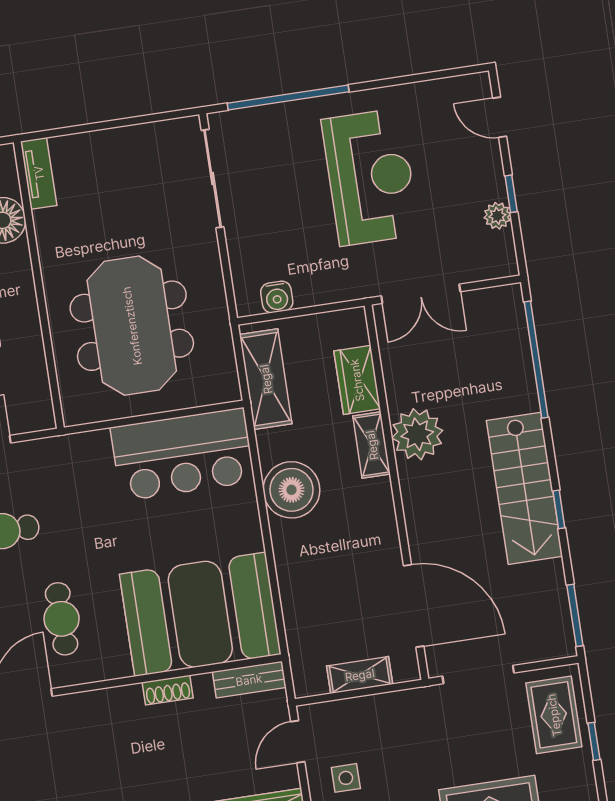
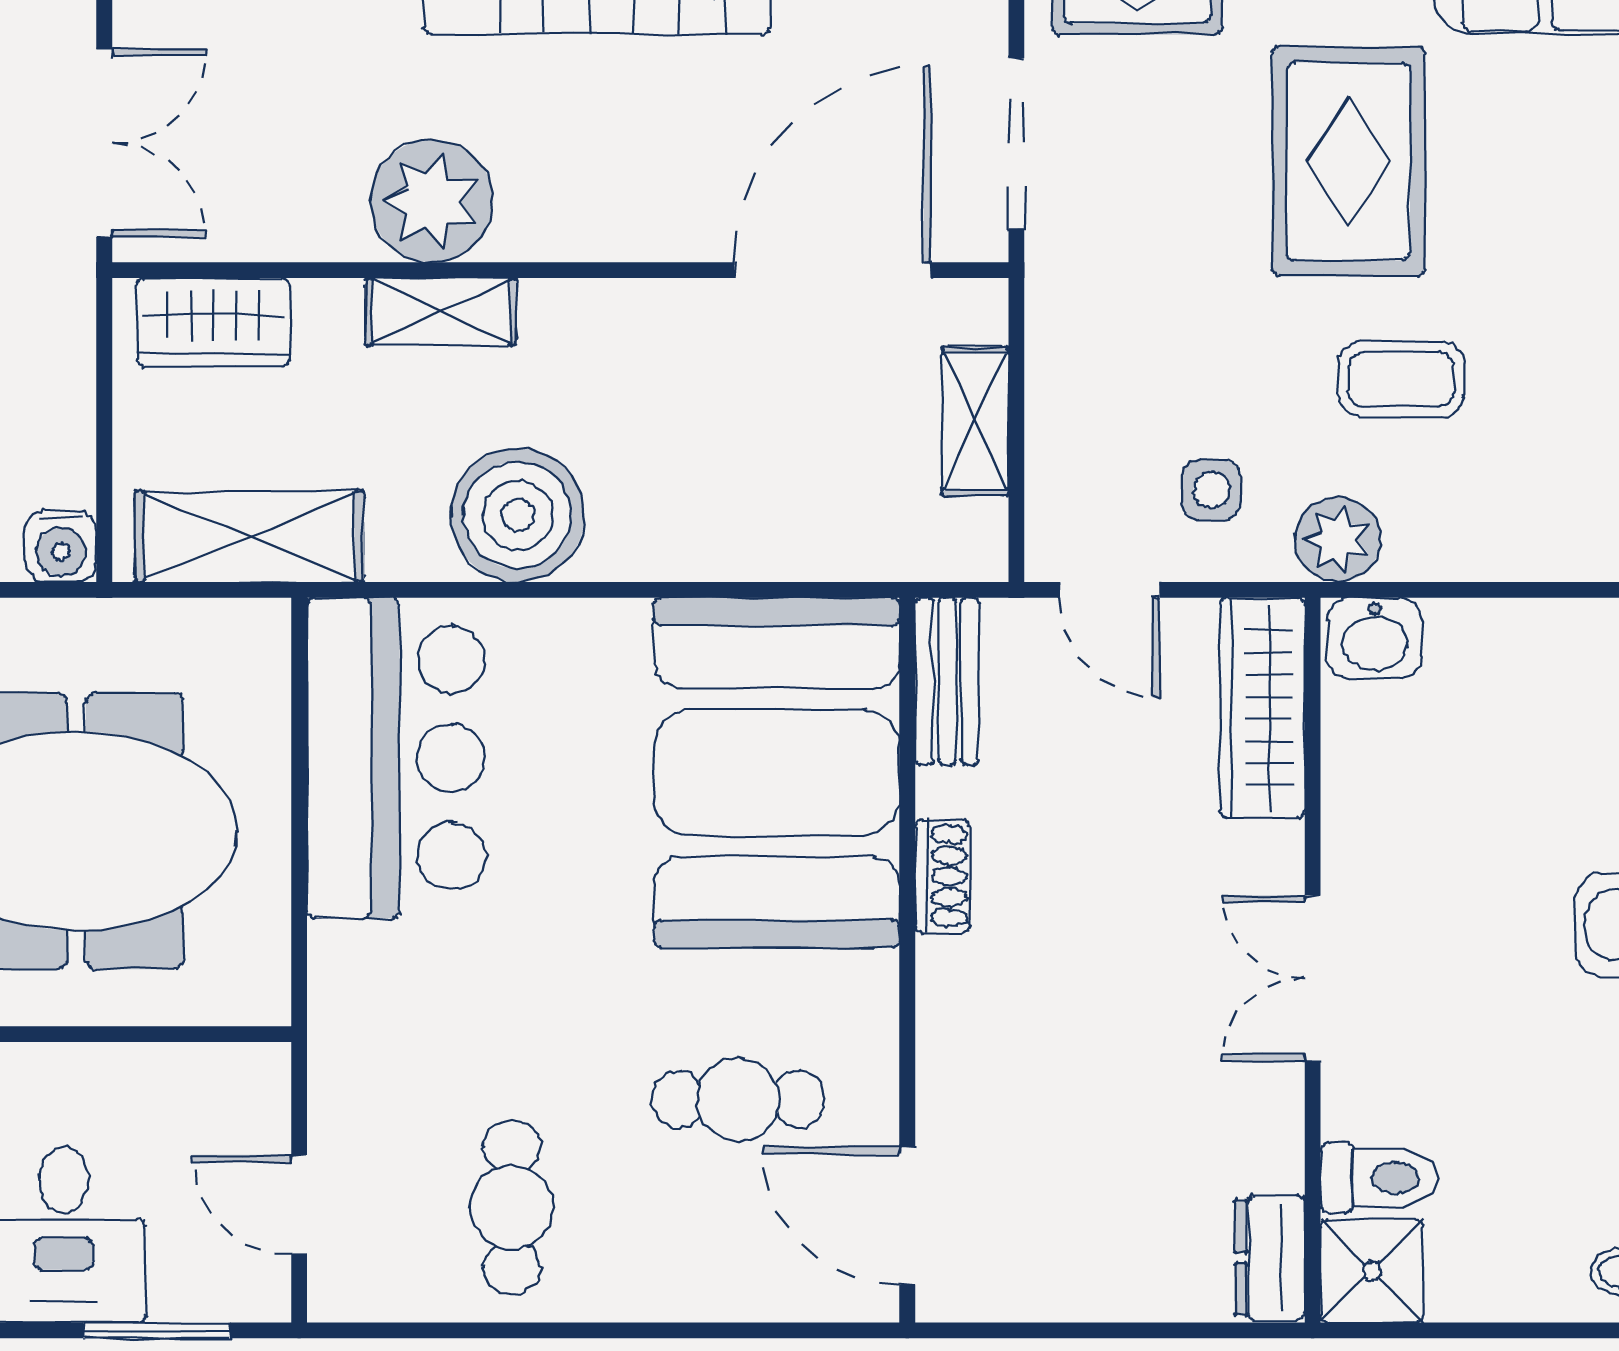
water cooler: (277, 297) -> (61, 546), moved, turned 90
wardrobe: (357, 380) -> (213, 322), moved

